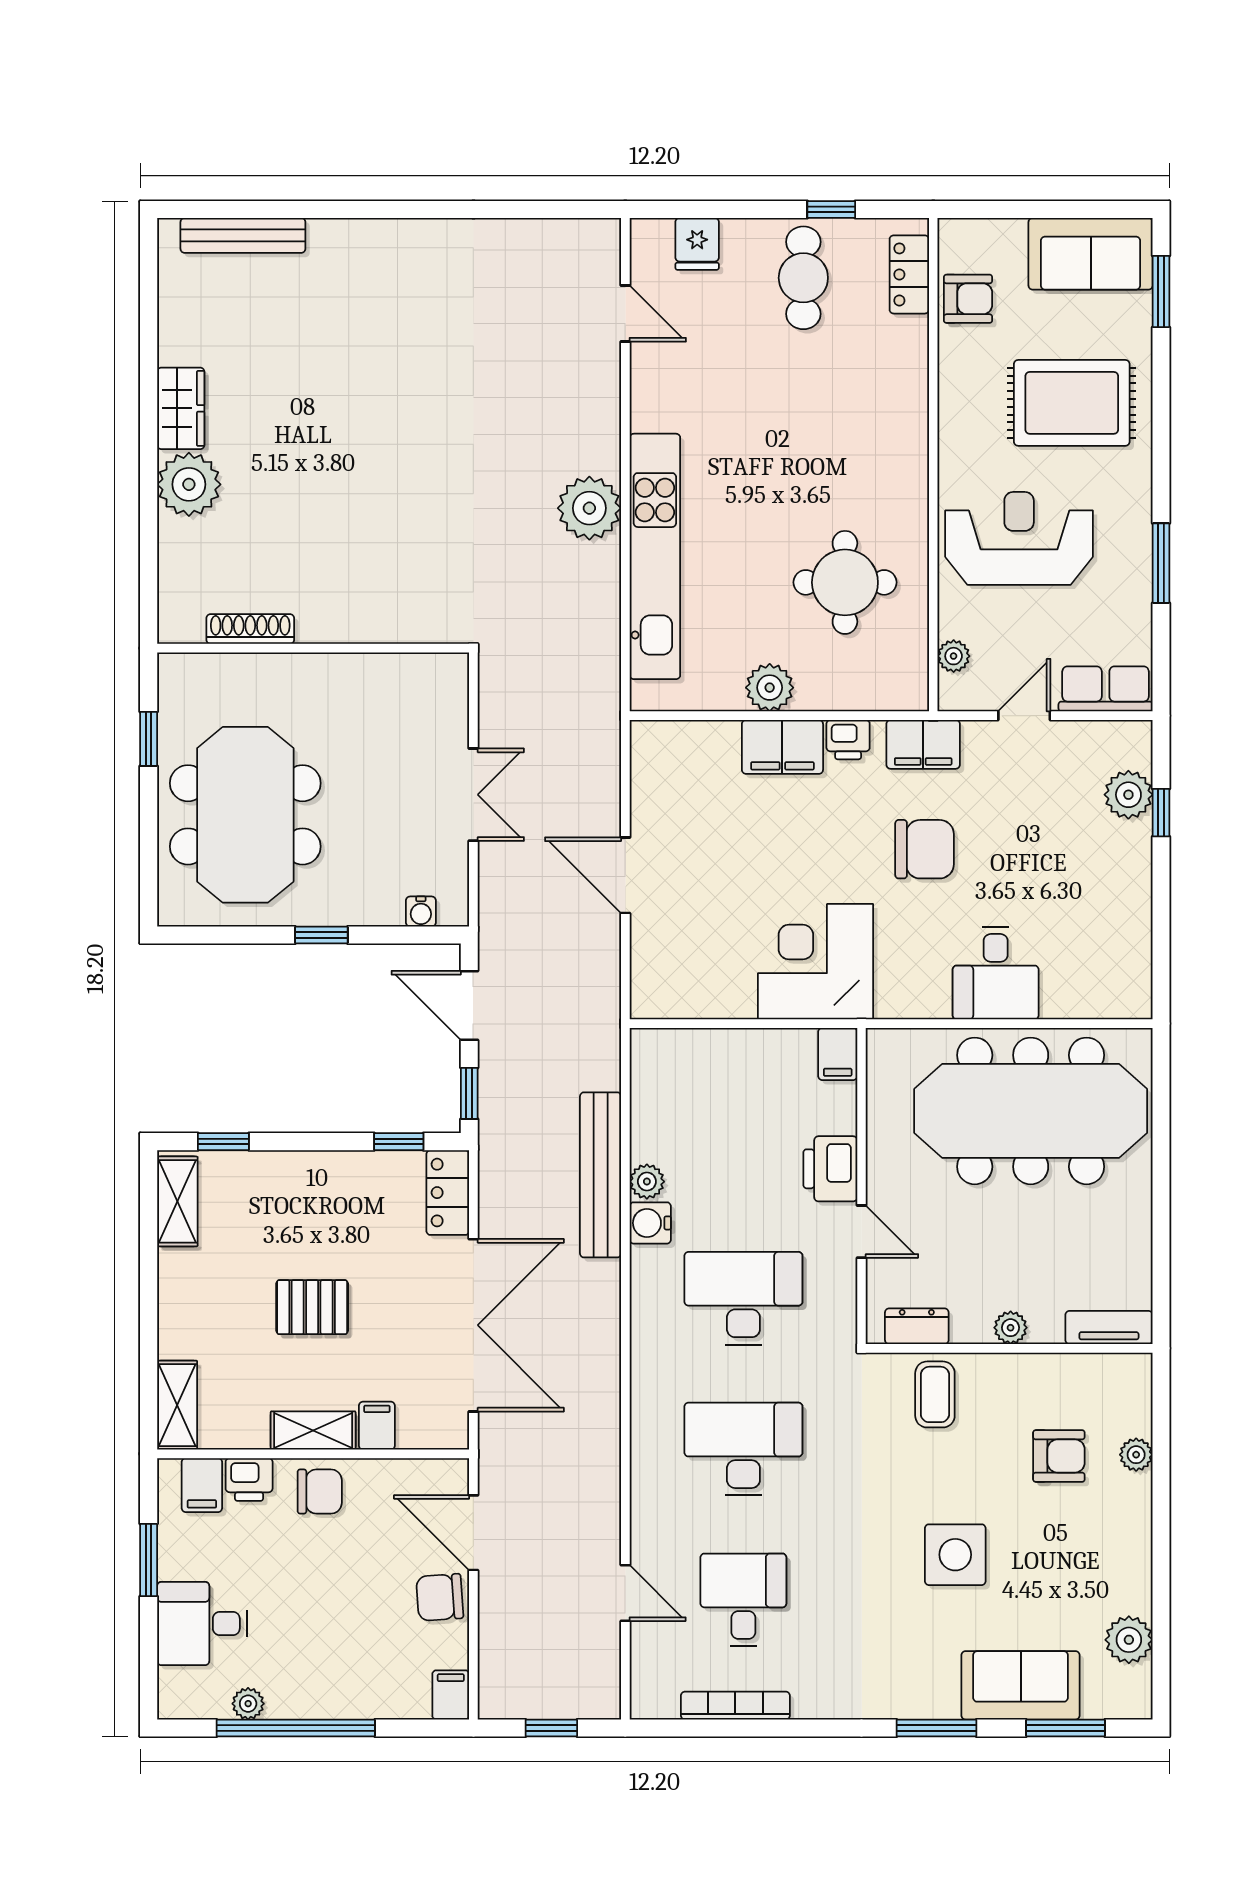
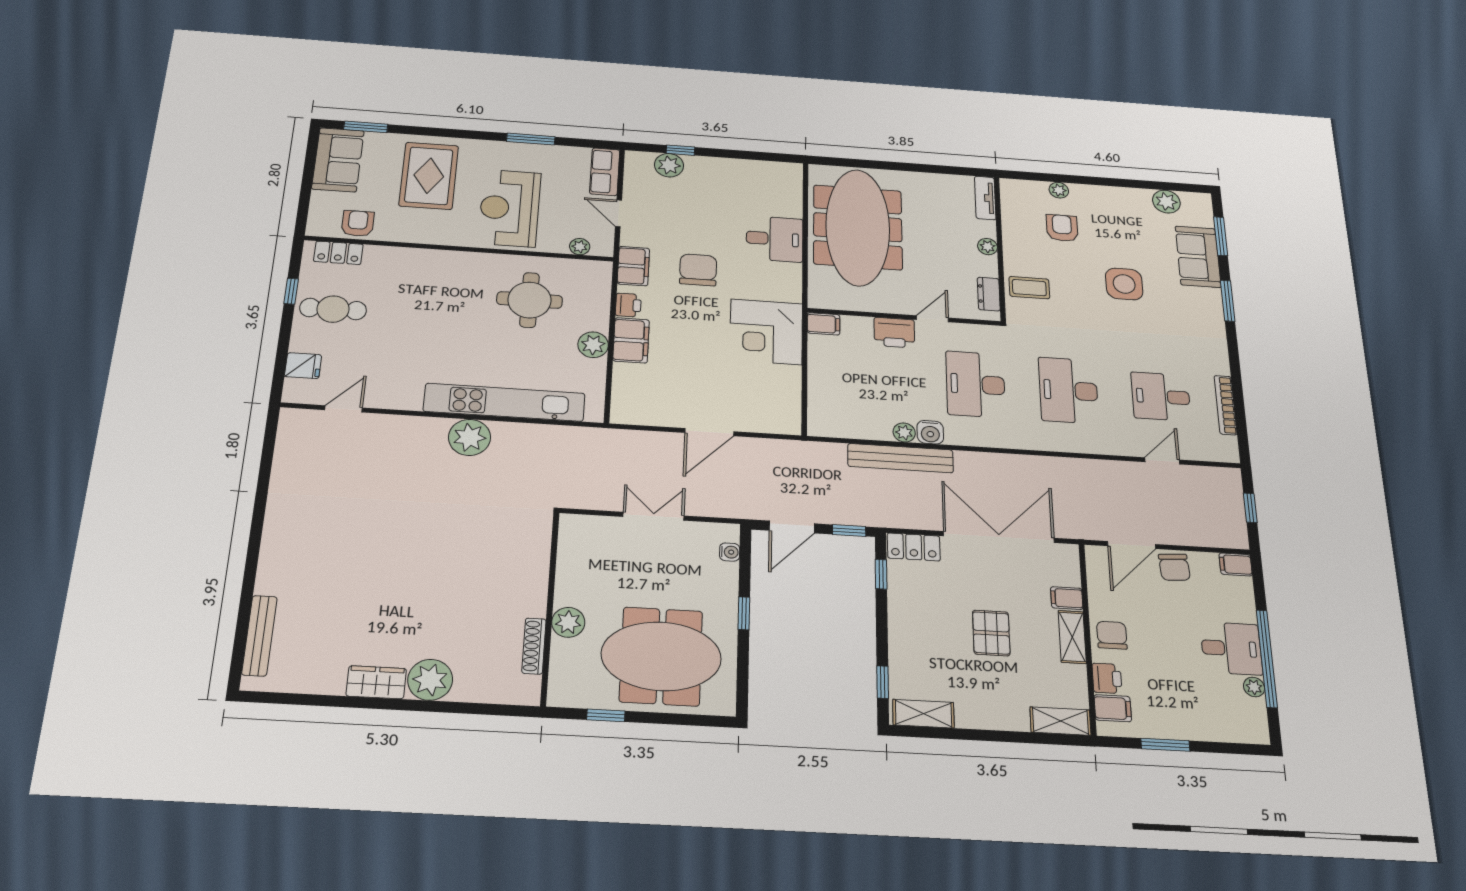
plant: (291, 676) -> (568, 622), added
desk: (202, 1624) -> (1231, 648), moved, turned -90

